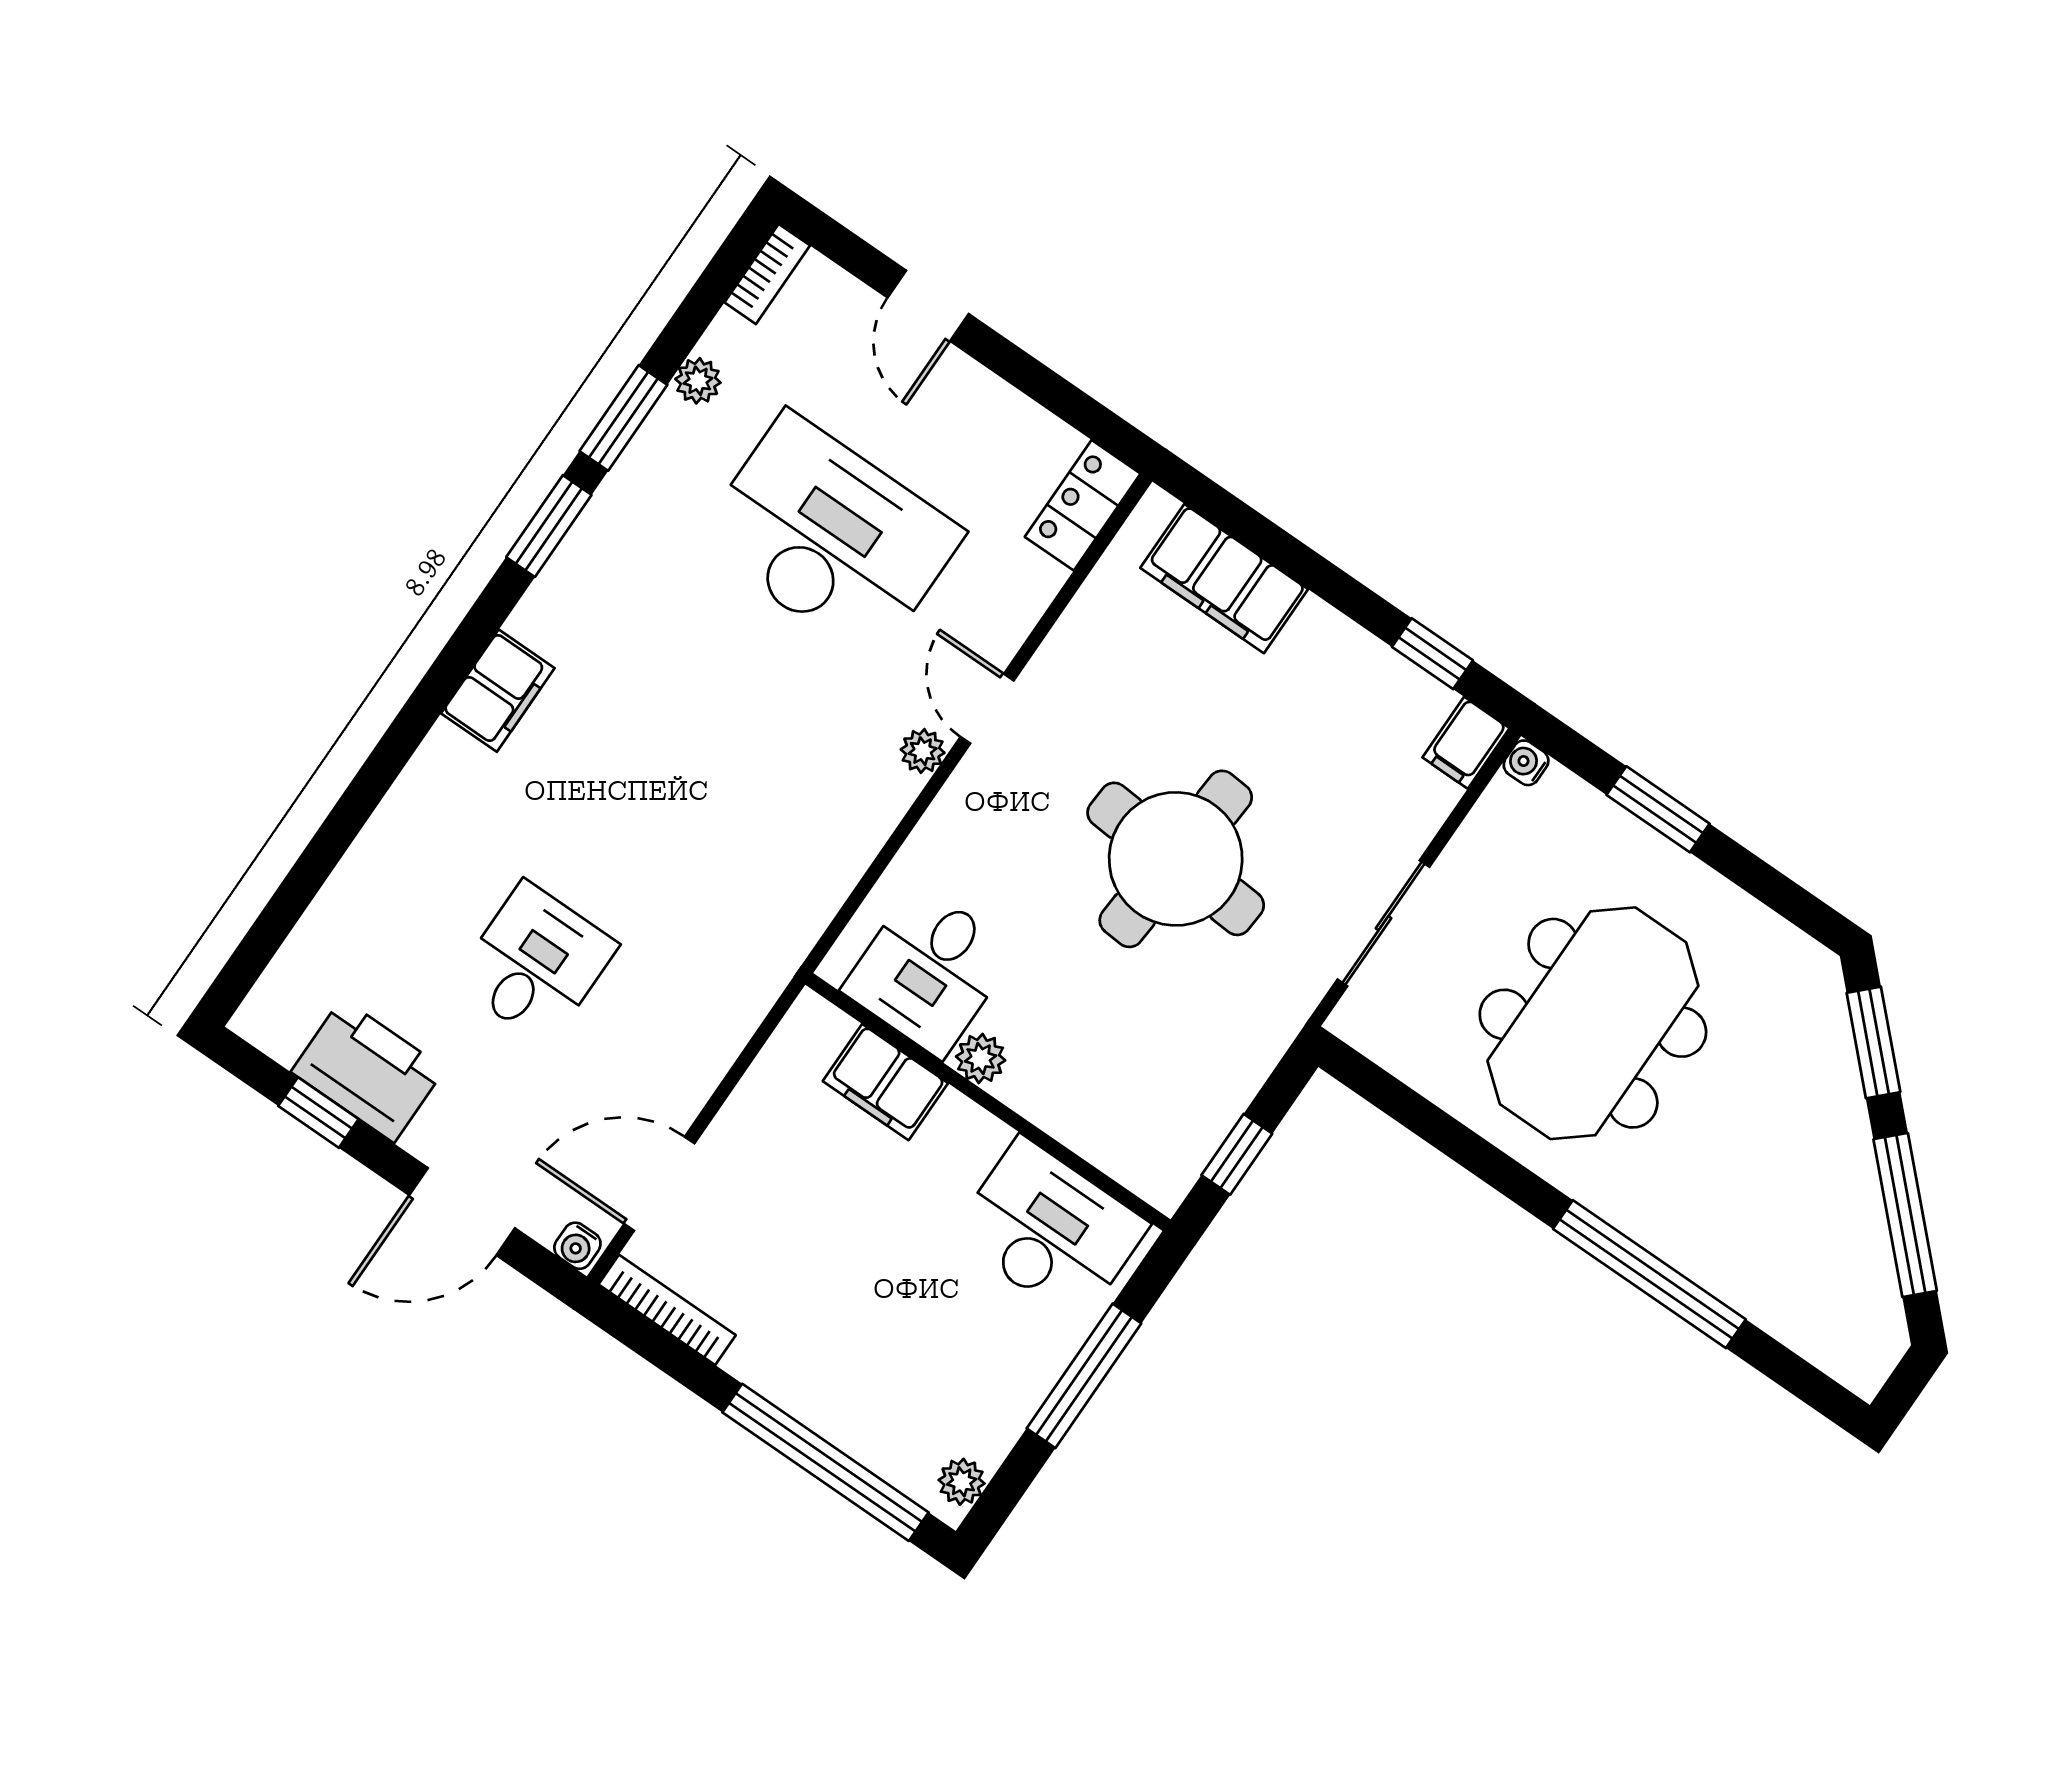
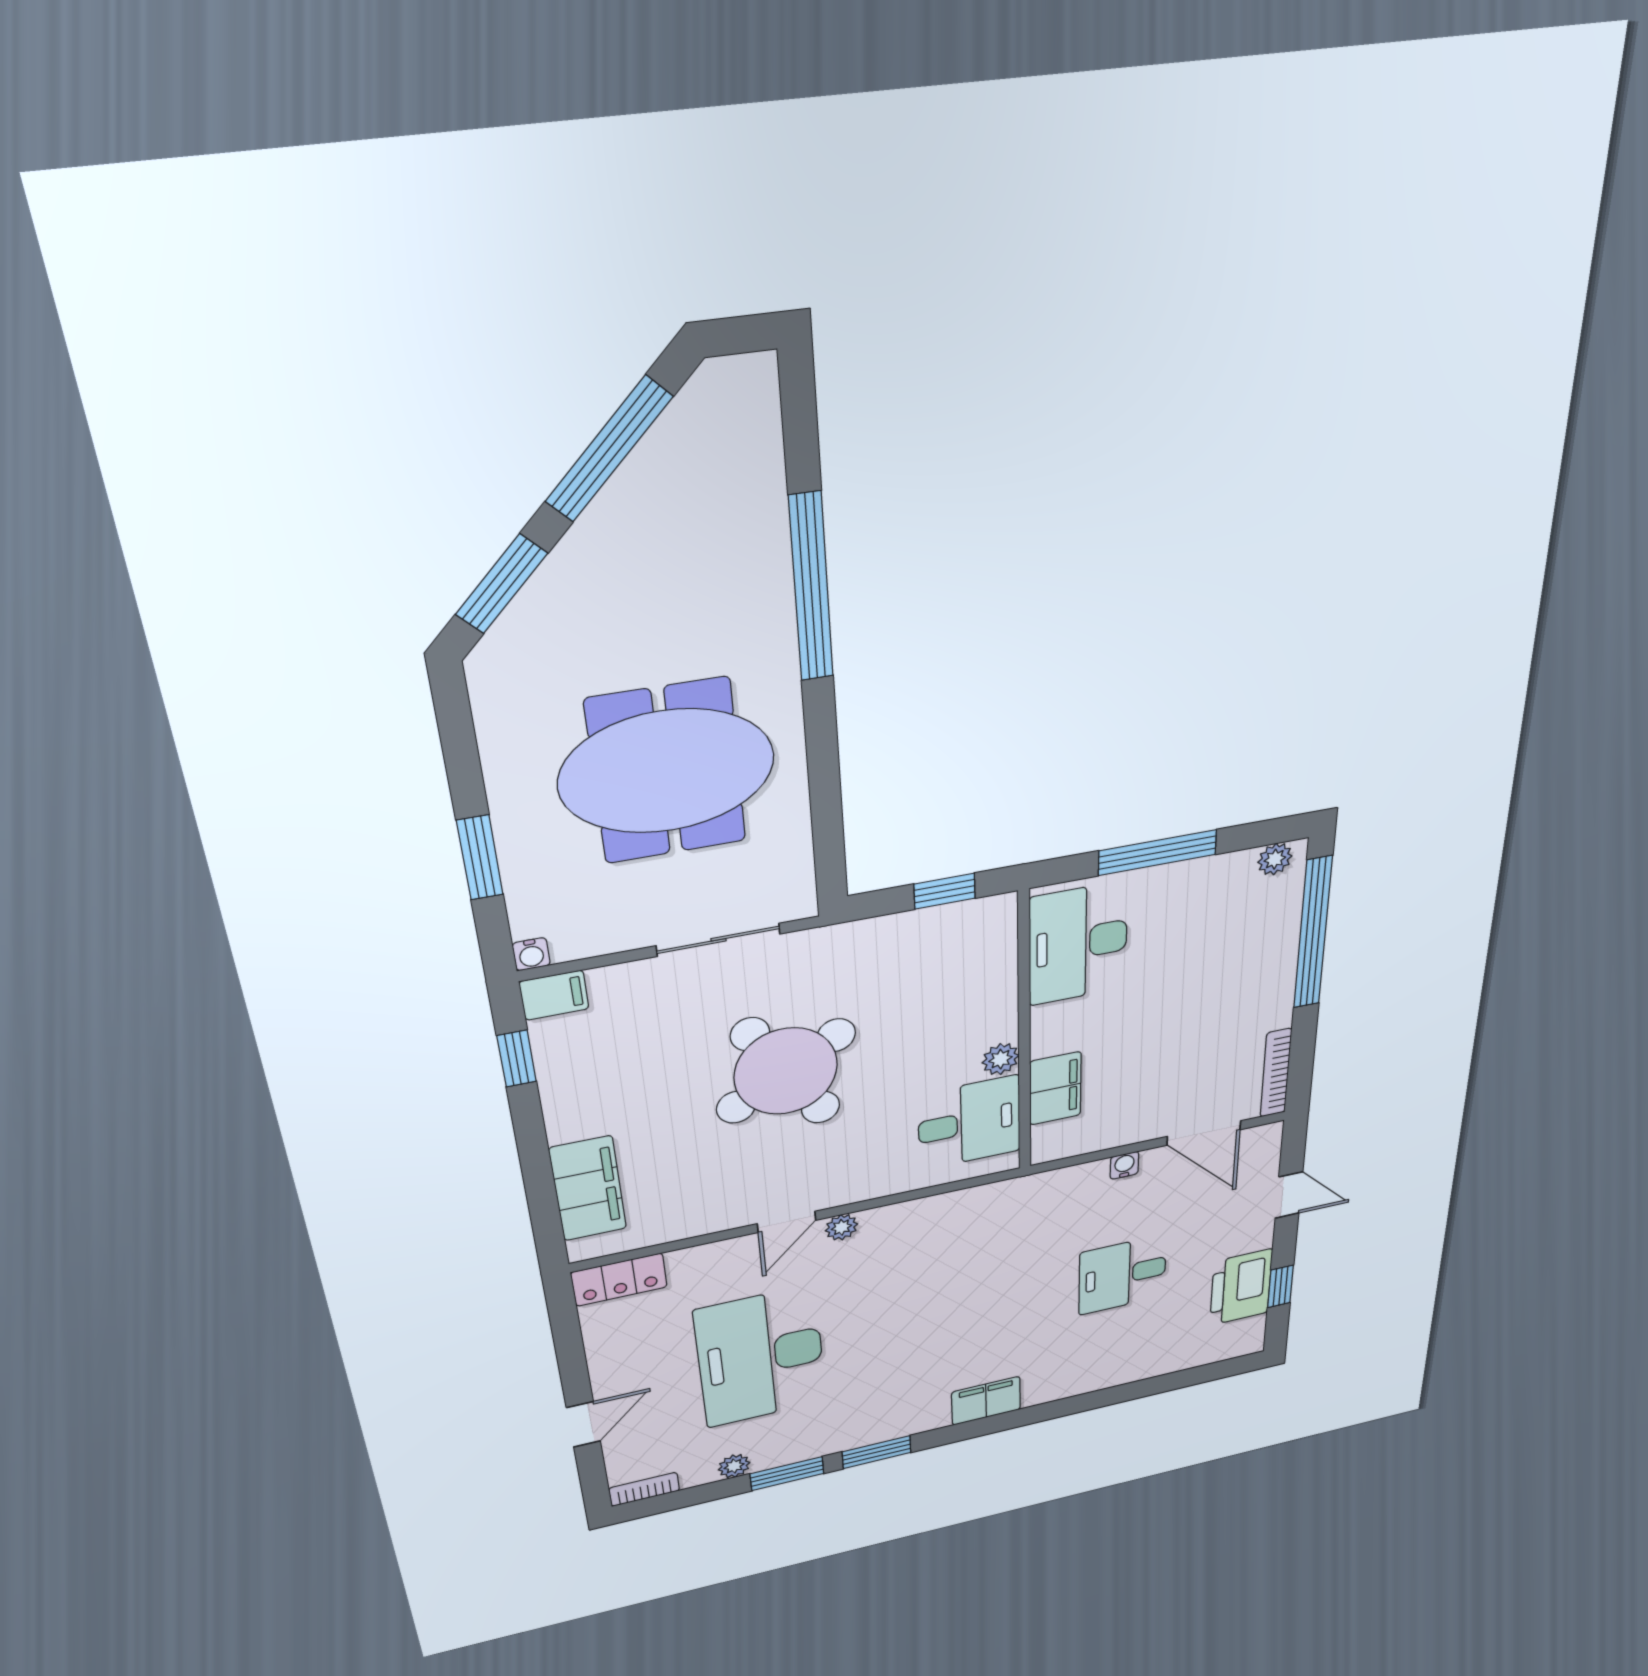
round table: (1176, 859) -> (786, 1071), turned -35
door: (462, 1212) -> (1289, 1195), width x0.73
water cooler: (577, 1246) -> (1124, 1165), moved, turned -90

